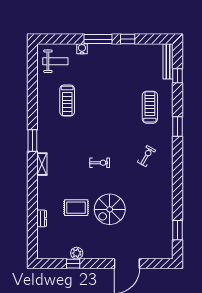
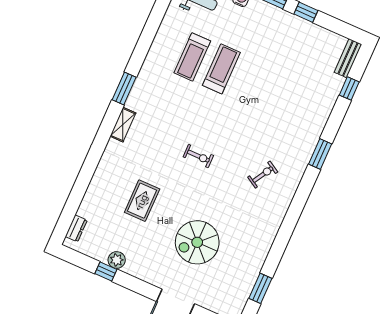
bench: (168, 61) -> (348, 58), width x0.73
treadmill: (150, 107) -> (221, 69), moved
rug: (76, 208) -> (142, 201), turned 90
spiral stairs: (110, 209) -> (197, 242), moved
dresser: (42, 218) -> (76, 228), moved

